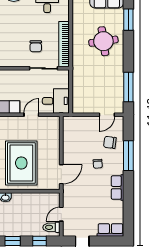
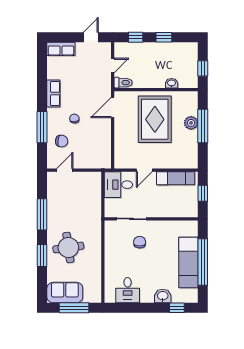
window: (128, 20) -> (42, 256), moved
bookcase: (64, 44) -> (110, 244), removed
window: (128, 87) -> (42, 214), moved
toilet: (51, 227) -> (123, 83), moved

